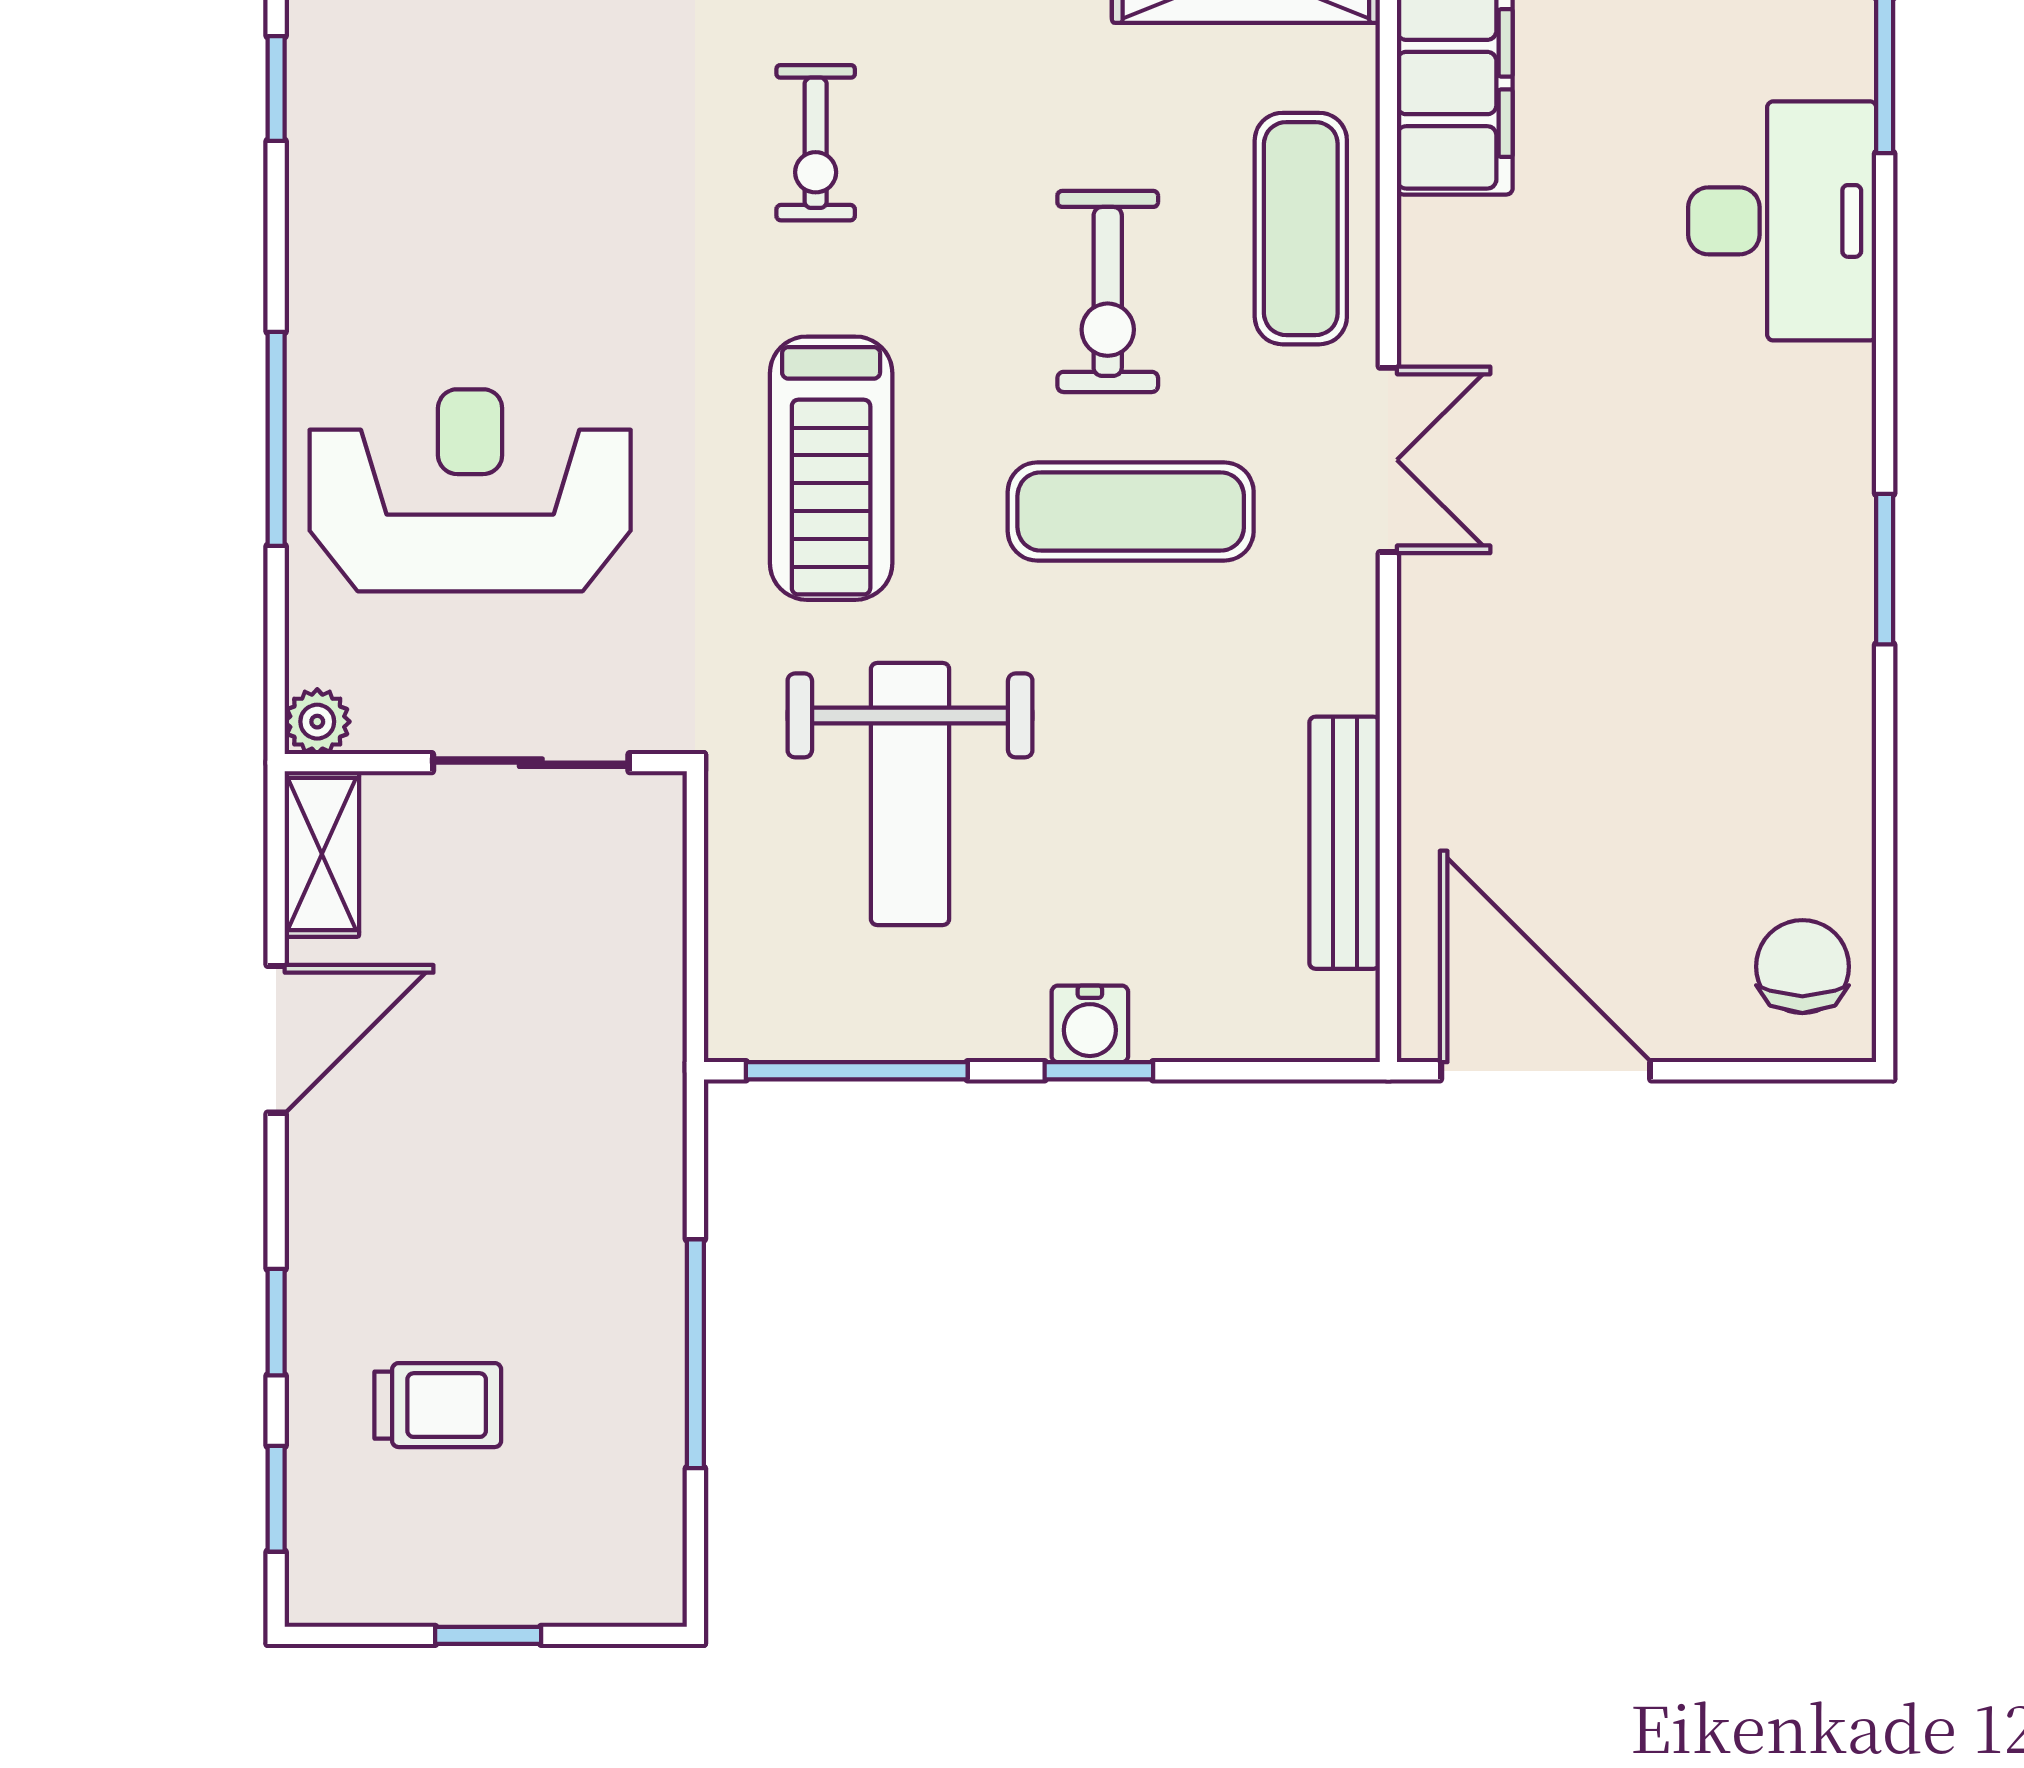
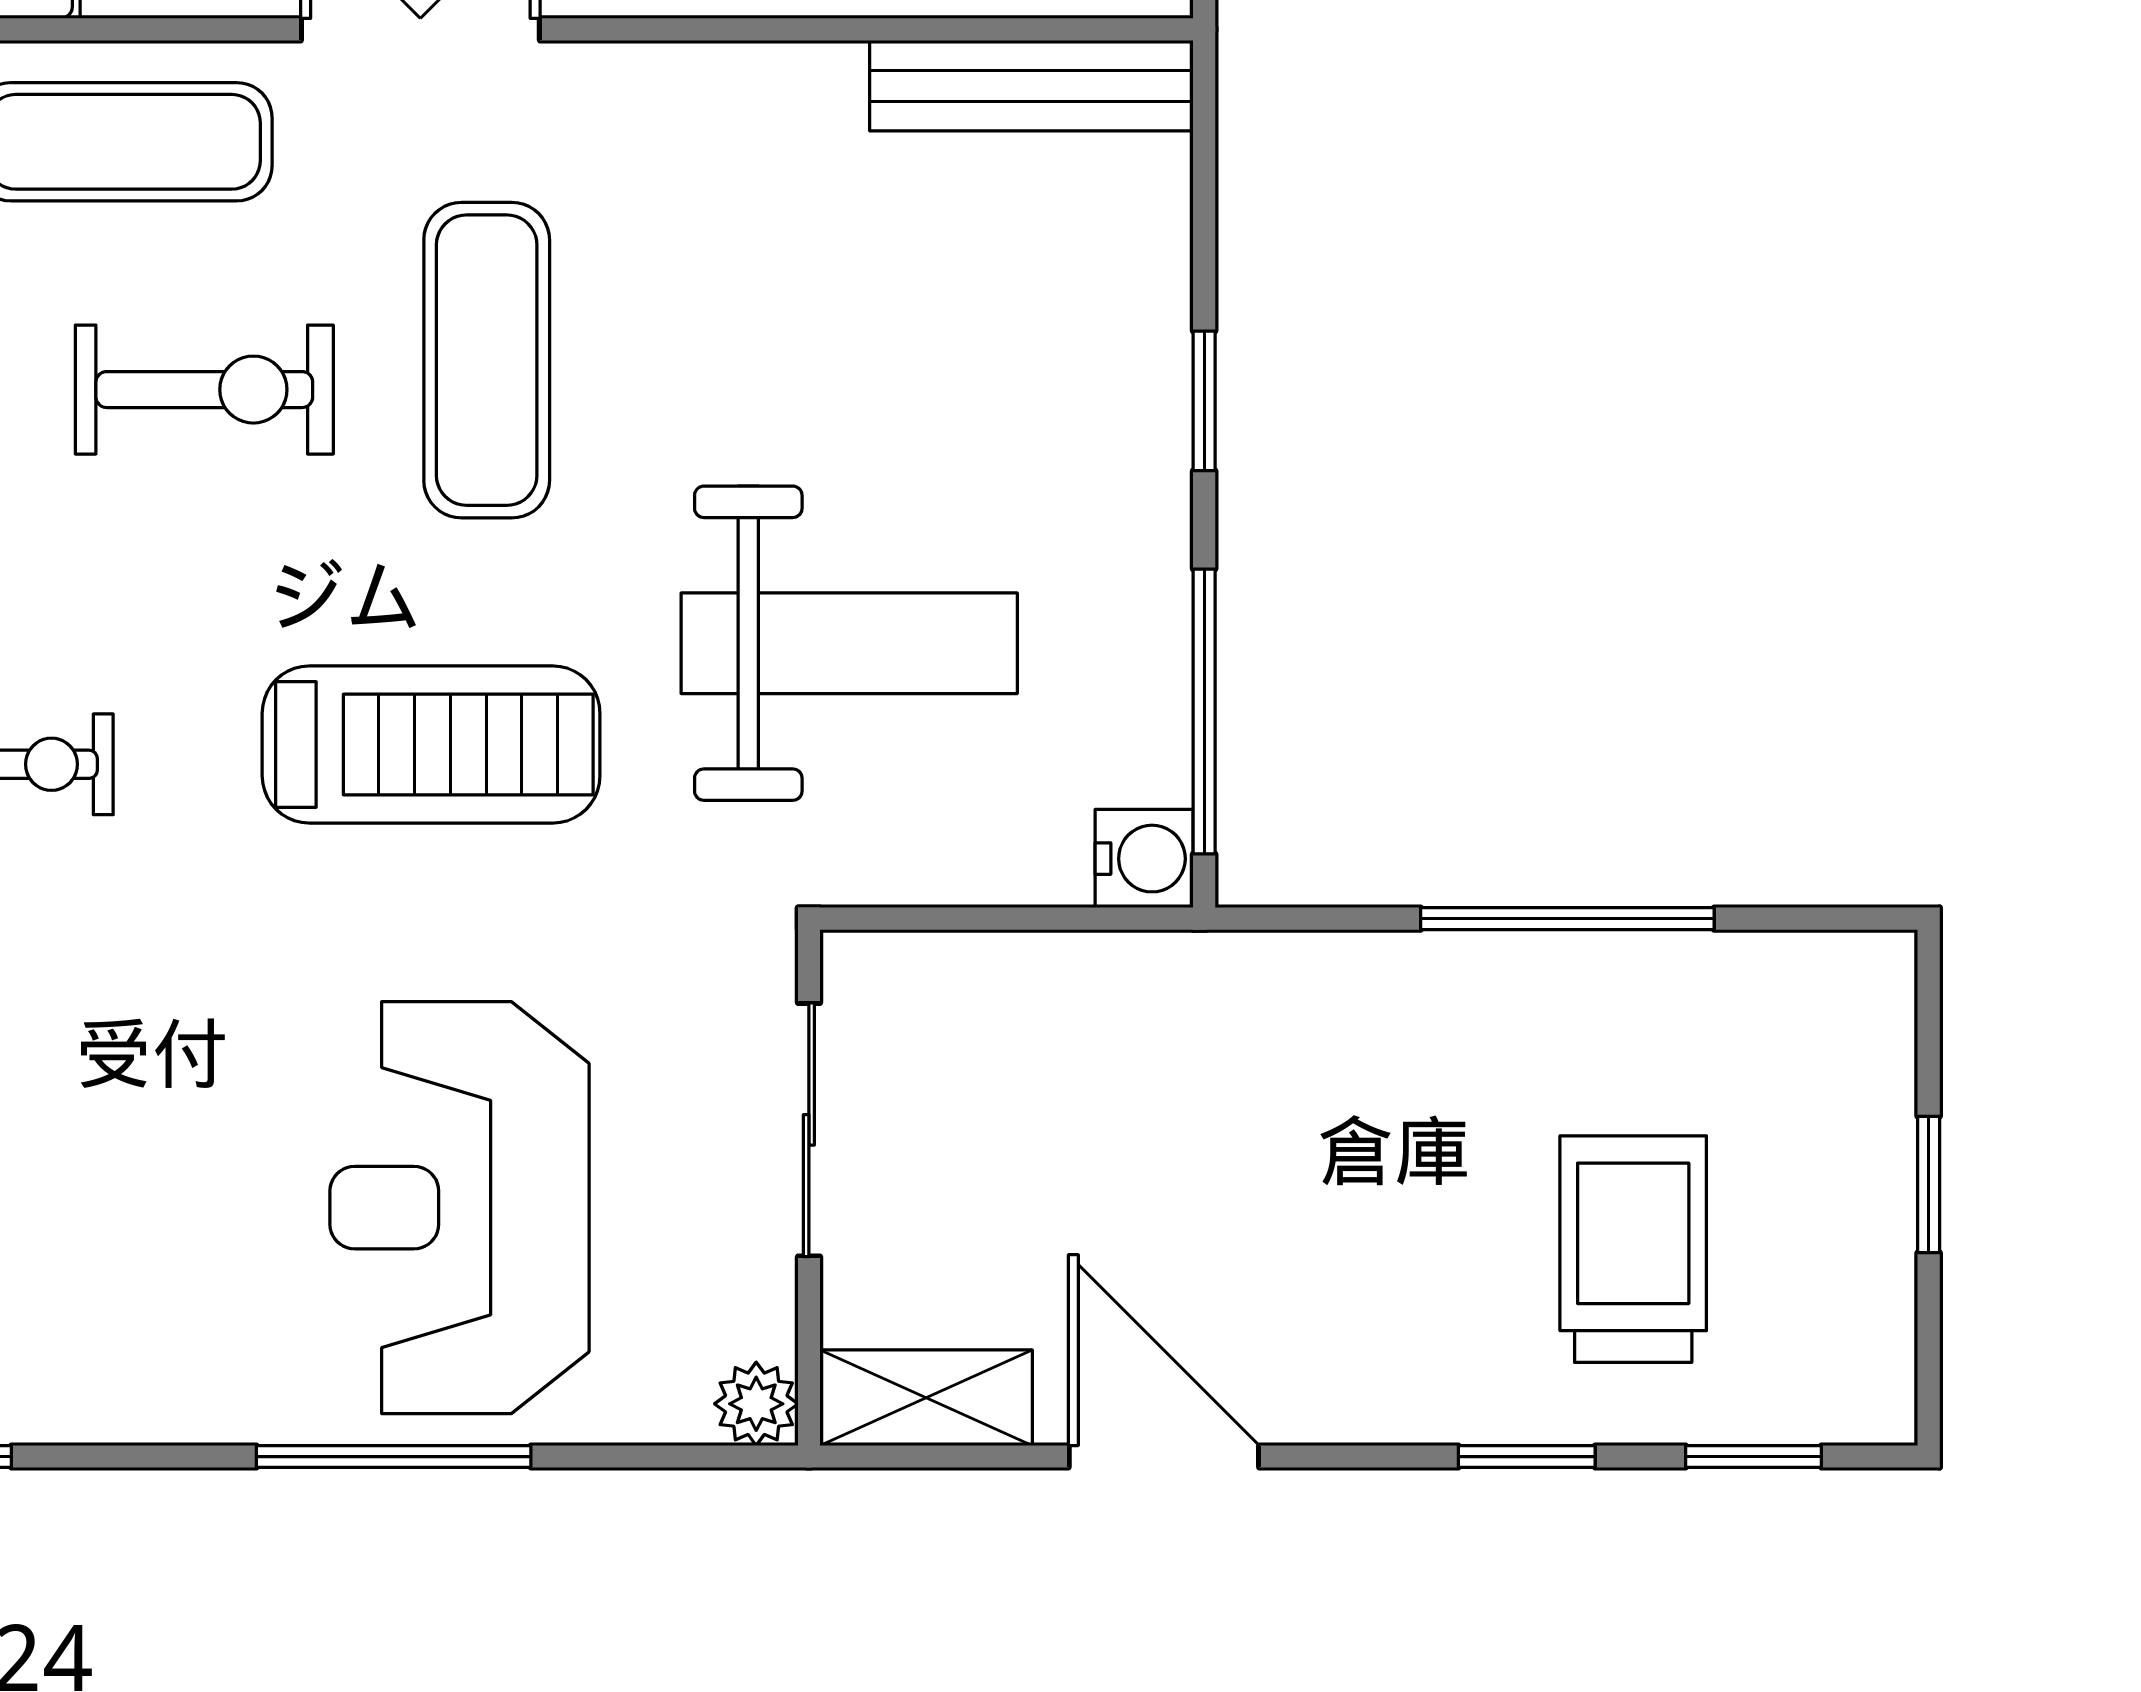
bench: (1345, 843) -> (1031, 86), moved
water cooler: (1090, 1024) -> (1144, 859), moved
trolley: (438, 1405) -> (1633, 1249), width x1.36, depth x1.39

